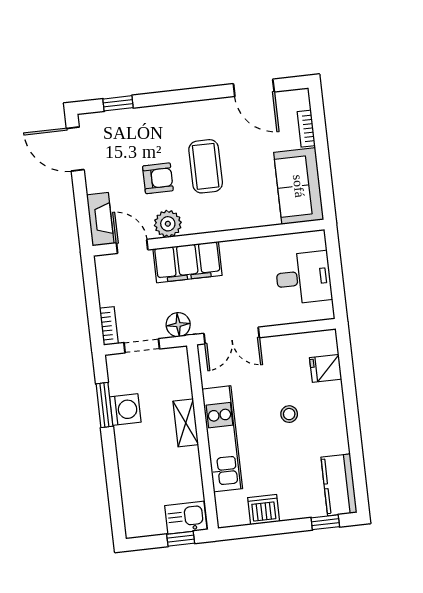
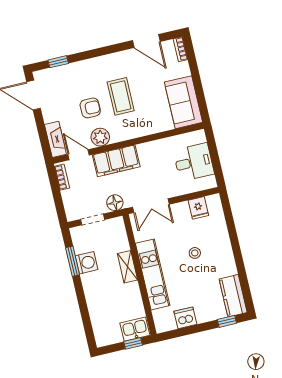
bookcase: (306, 129) -> (180, 49), moved
bookcase: (109, 326) -> (62, 177), moved
fridge: (326, 368) -> (198, 208), moved, turned -90

